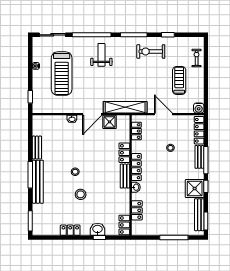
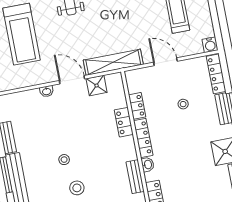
door: (92, 114) -> (72, 80), swing flipped
locker: (136, 131) -> (137, 106), moved
bench: (125, 176) -> (135, 177), moved

